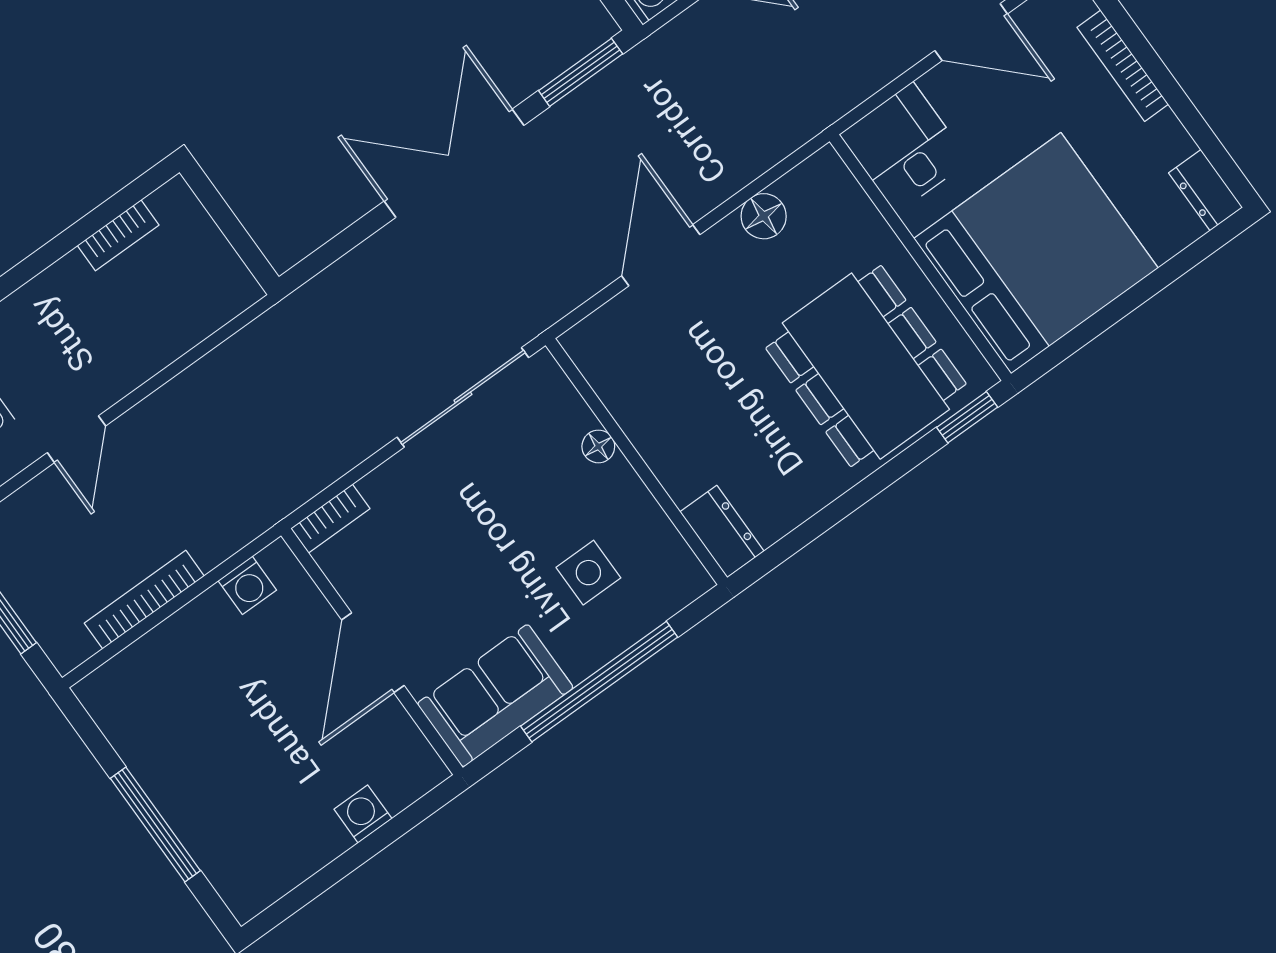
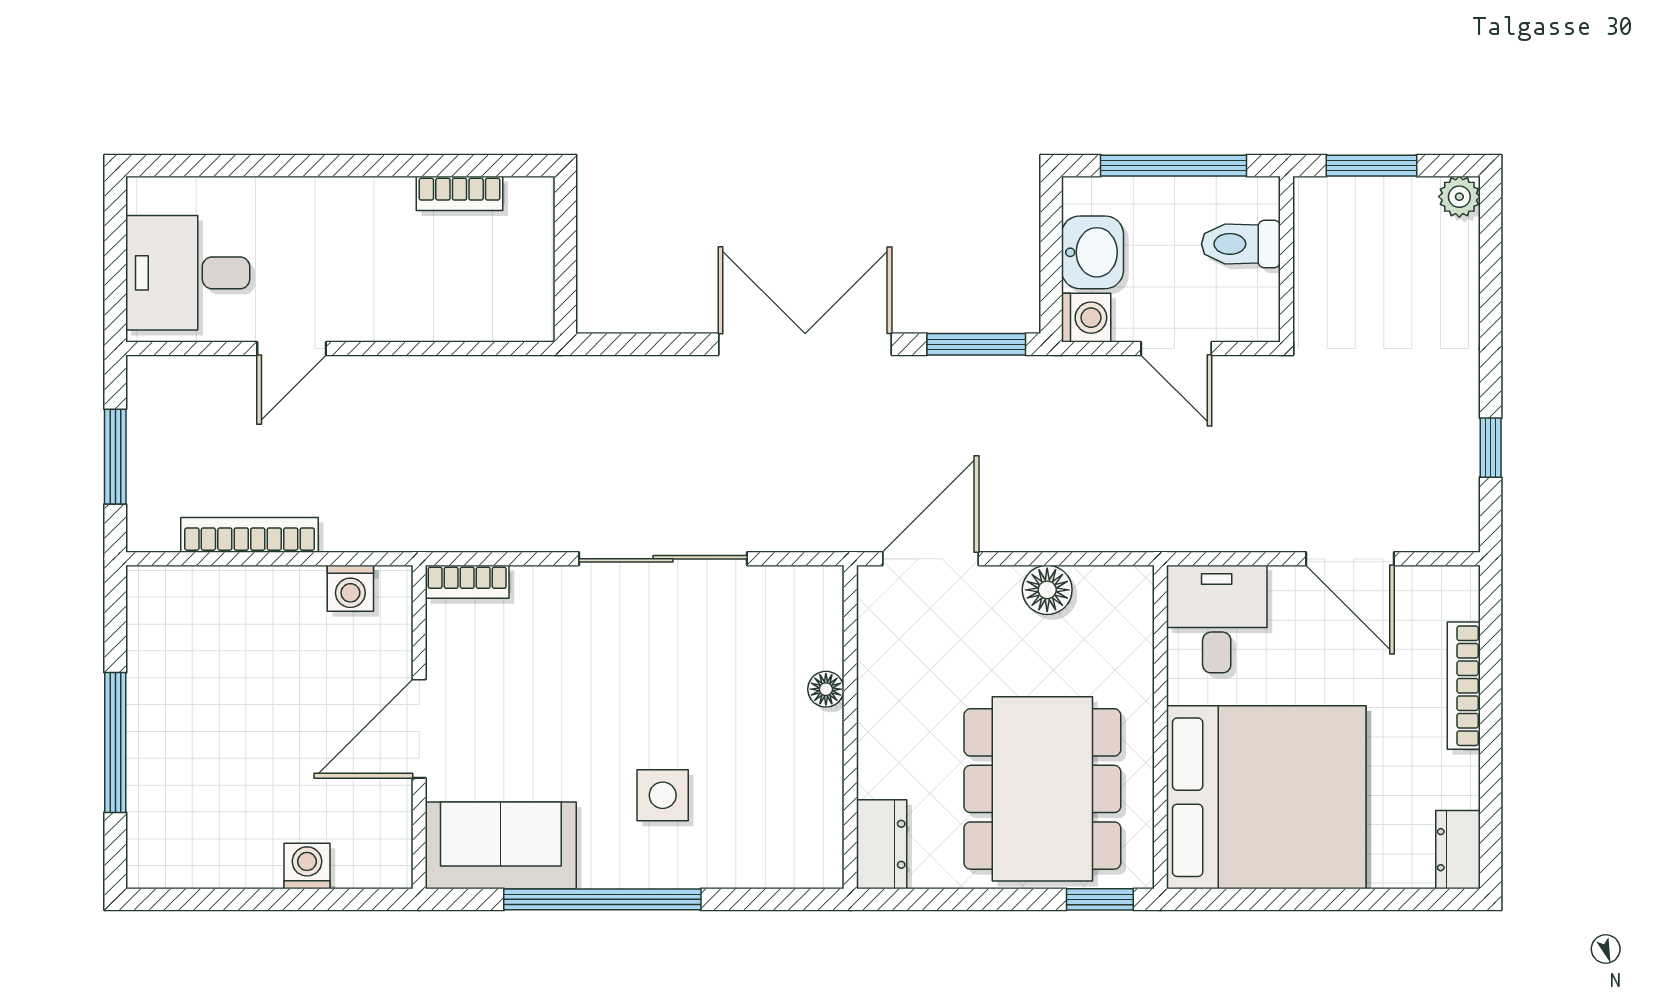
floor lamp: (598, 446) -> (826, 689), moved
wall: (636, 461) -> (850, 727), moved
dresser: (722, 532) -> (882, 844), moved

